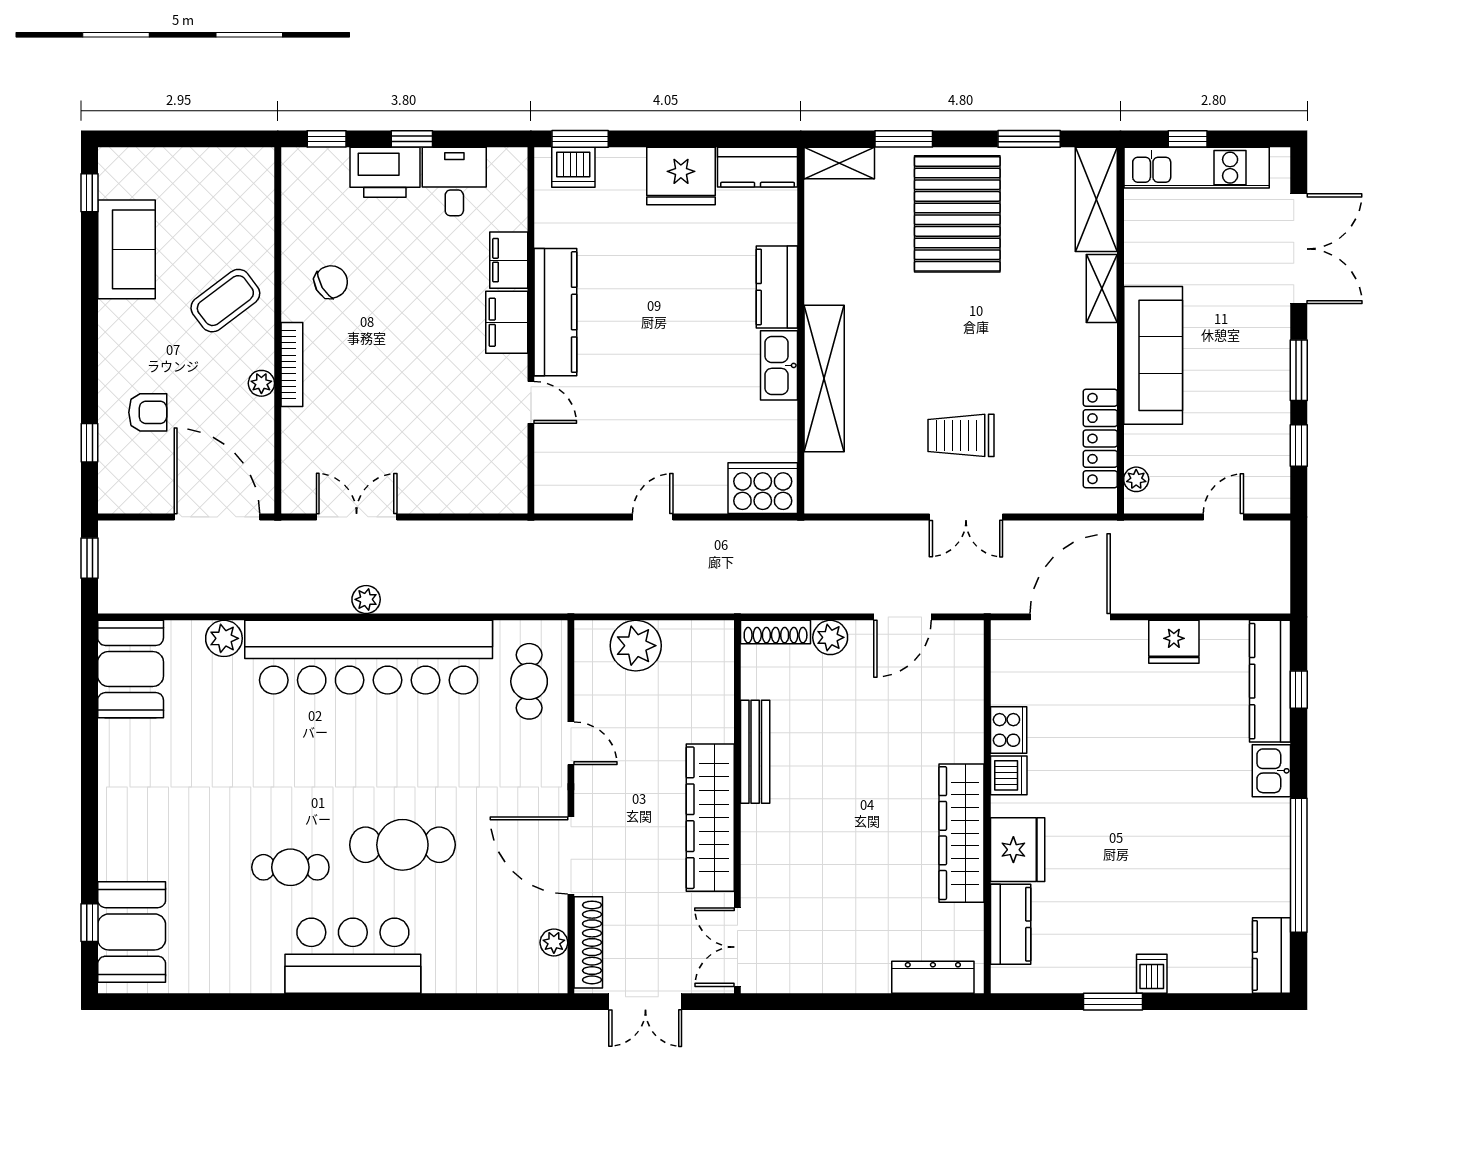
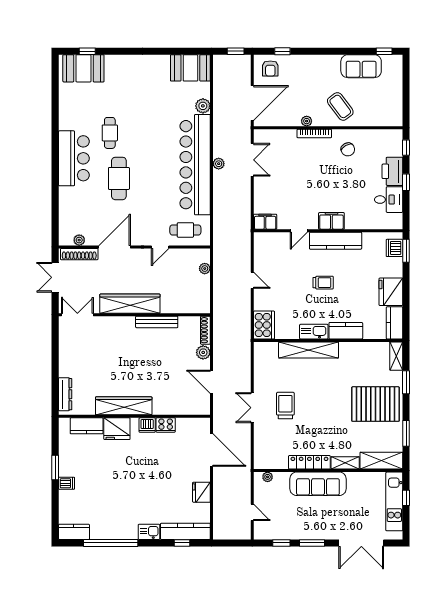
filing cabinet: (509, 260) -> (265, 222), moved
trolley: (658, 343) -> (323, 283), added
armchair: (148, 412) -> (270, 68), moved
locker: (1100, 438) -> (309, 462), moved
plant: (636, 646) -> (205, 269), width x0.53, depth x0.53

